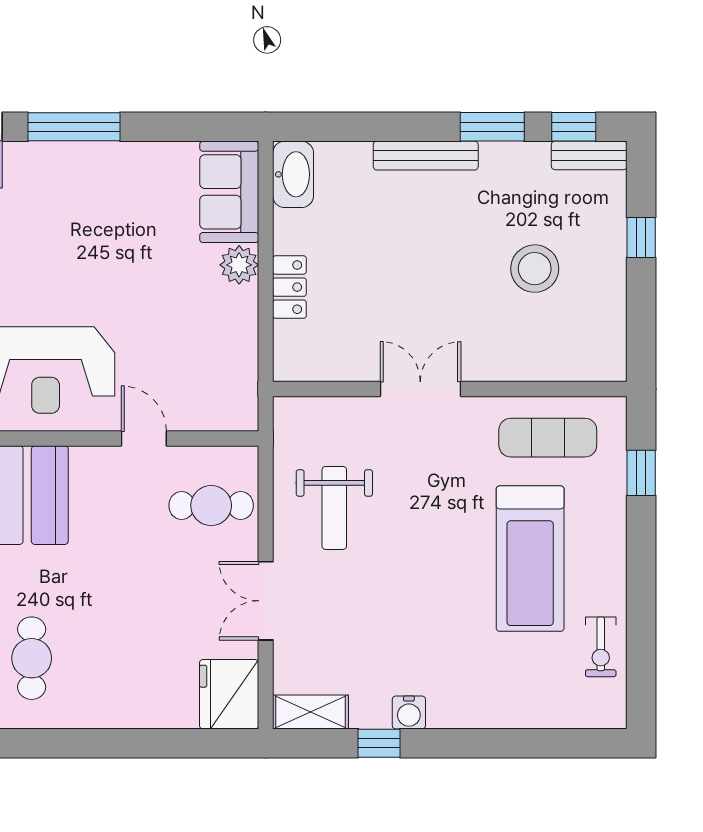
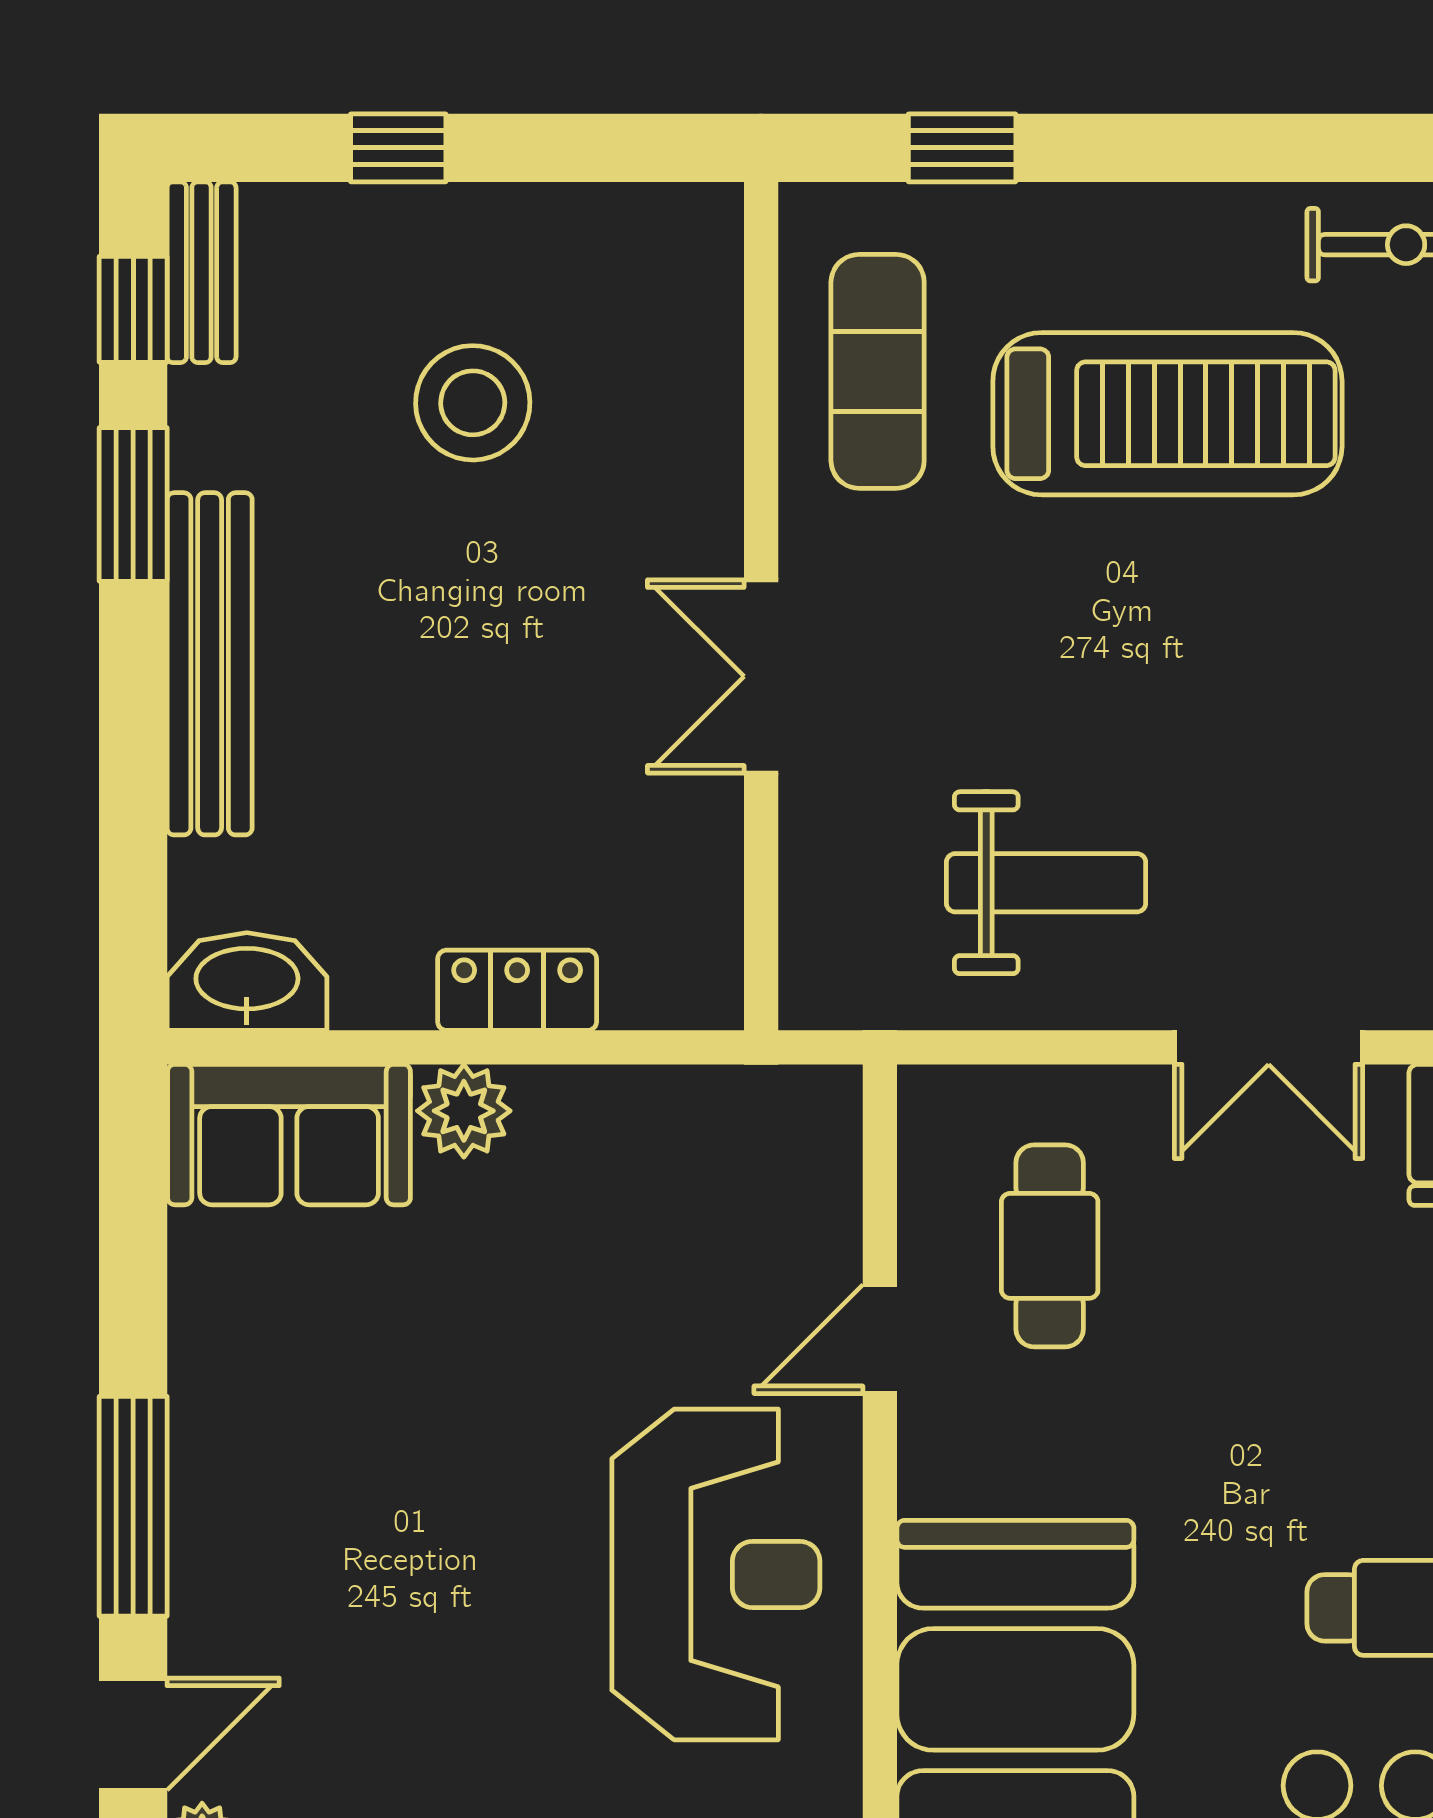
bench: (426, 156) -> (210, 664), width x1.37, depth x1.21
cafe table: (211, 506) -> (1050, 1246), moved

